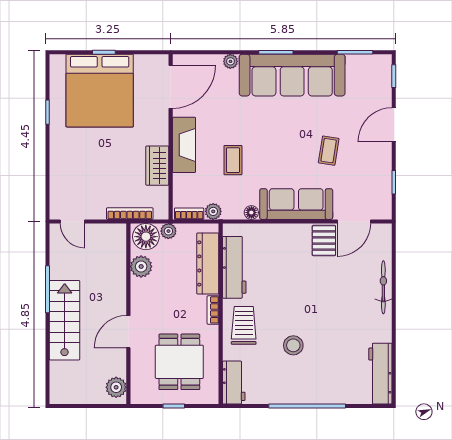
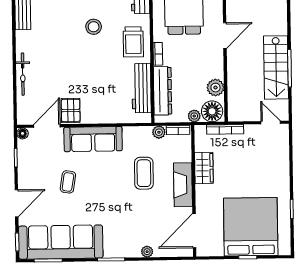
sofa: (292, 75) -> (61, 242), moved
coffee table: (233, 160) -> (144, 173), width x1.36, depth x1.30
floor lamp: (251, 213) -> (23, 133), moved
stairs: (65, 320) -> (276, 67), moved

